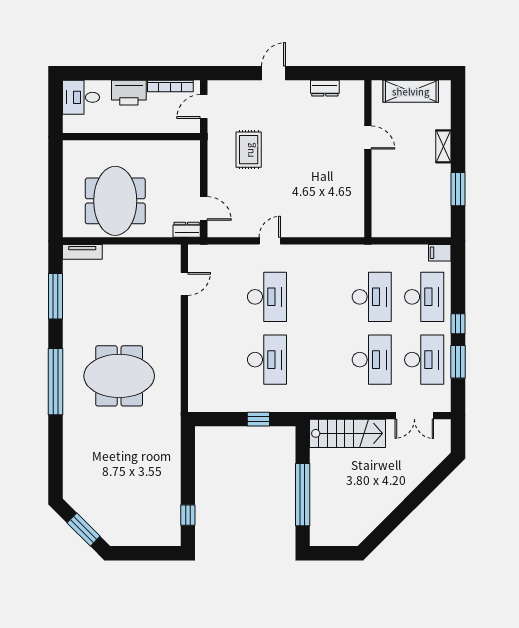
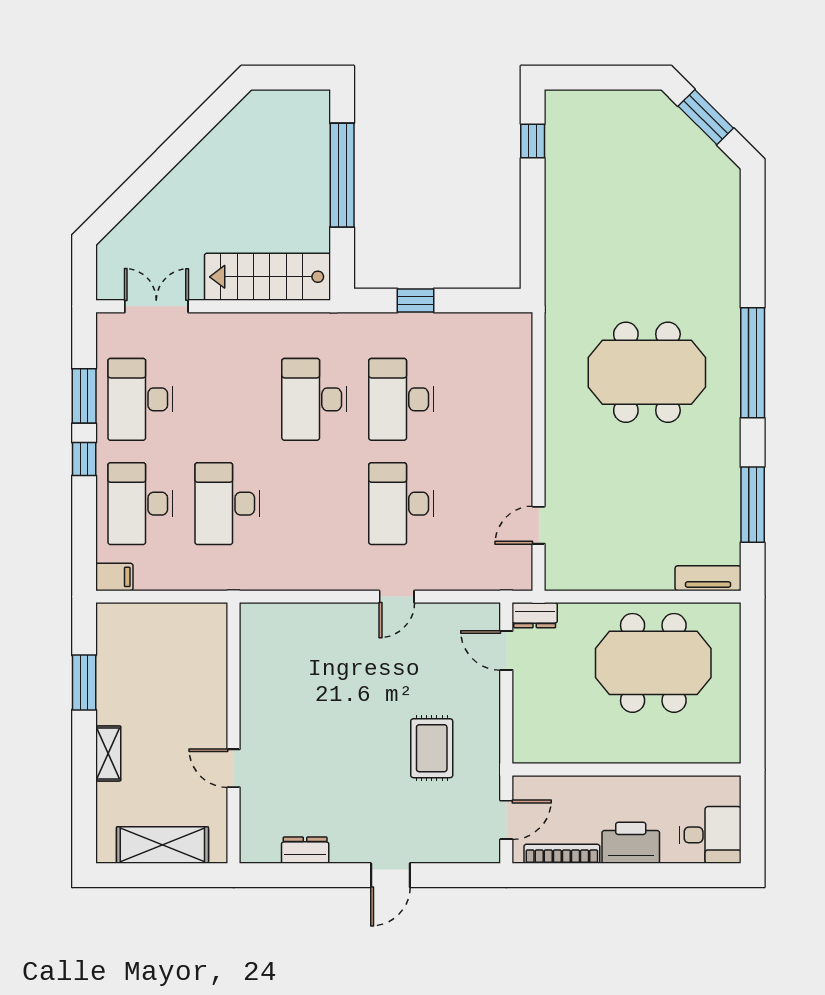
meeting table: (115, 201) -> (653, 663), turned 90
desk: (372, 360) -> (314, 399), moved

